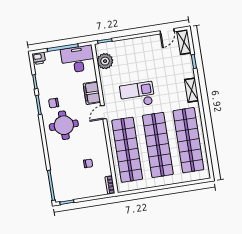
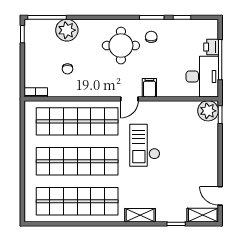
printer: (39, 58) -> (211, 47), moved
plant: (105, 61) -> (208, 111), moved
filing cabinet: (92, 93) -> (149, 88), width x0.50
checkout: (137, 95) -> (145, 145), turned 180
door: (104, 112) -> (129, 99), swing flipped
plant: (59, 168) -> (67, 30), added

